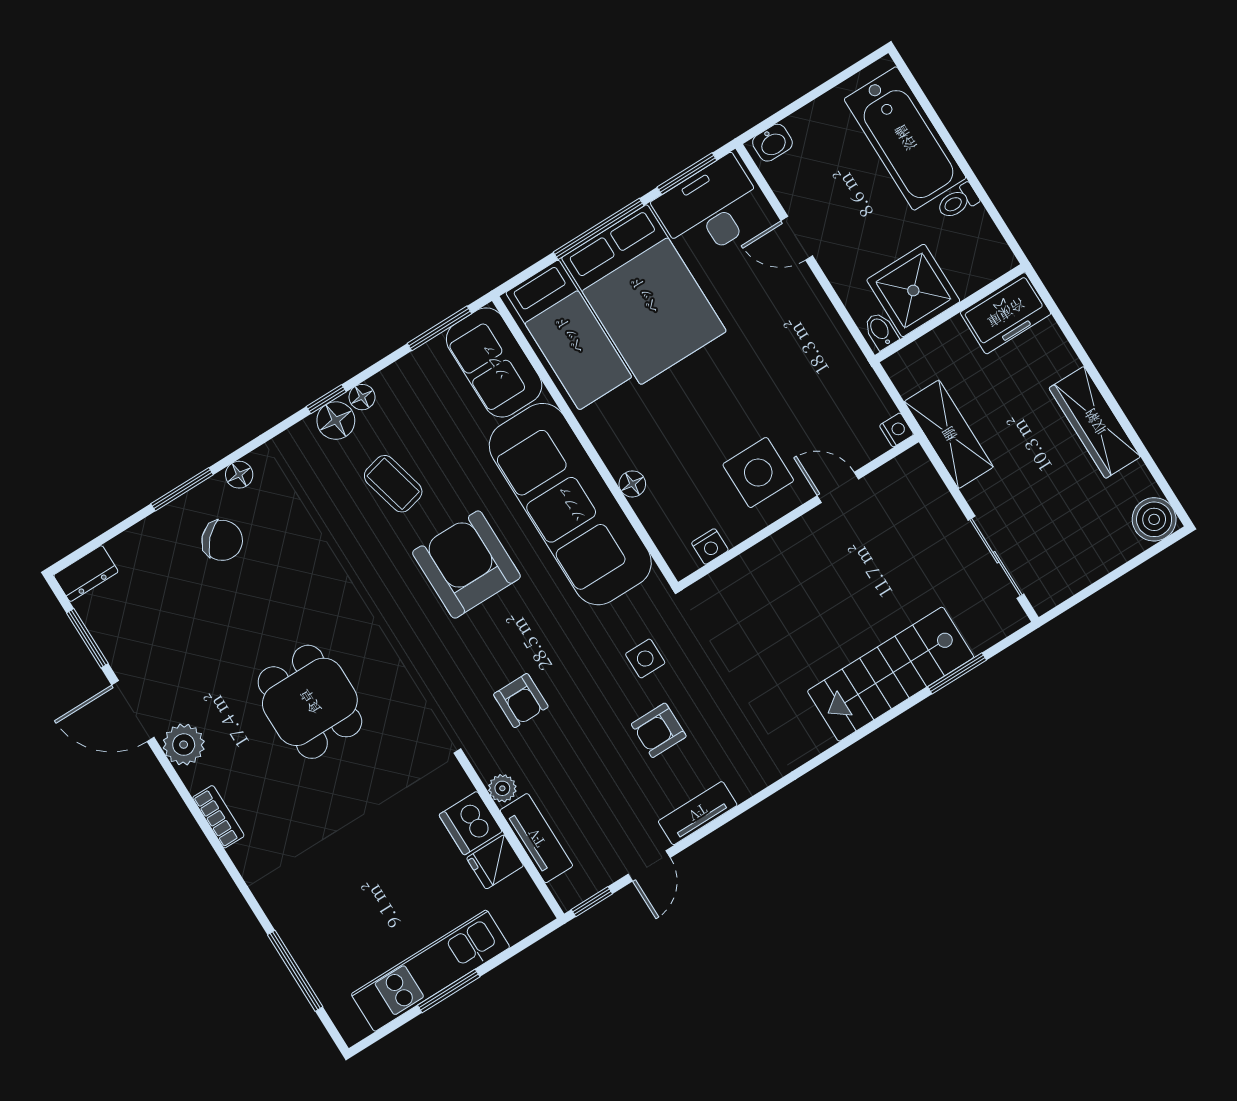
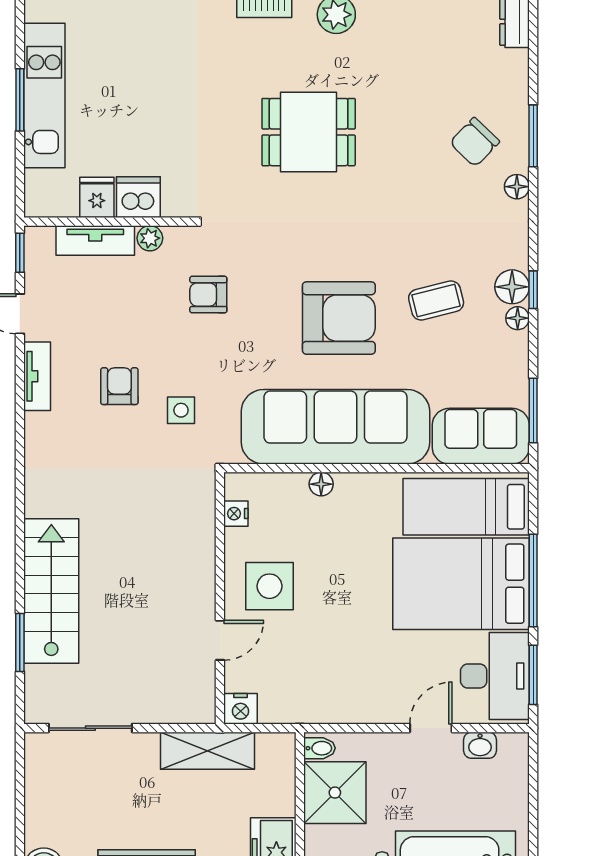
washbasin: (772, 143) -> (480, 745), moved, turned -90
nightstand: (897, 430) -> (241, 709), width x1.39, depth x1.35

